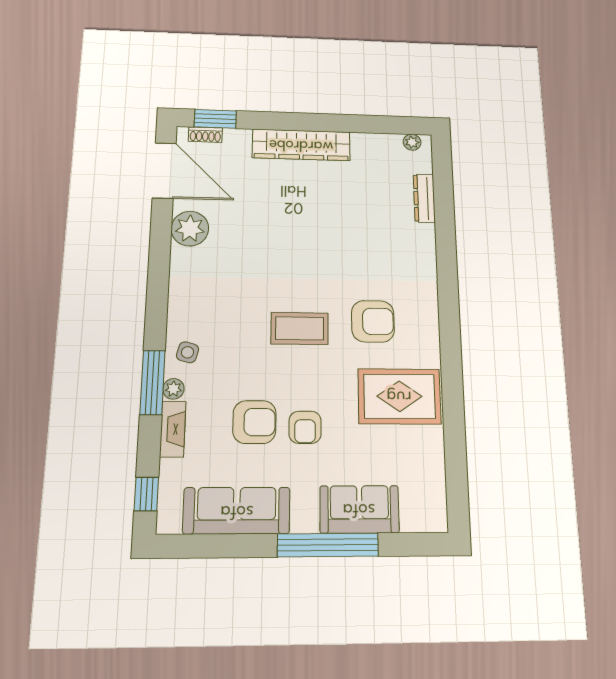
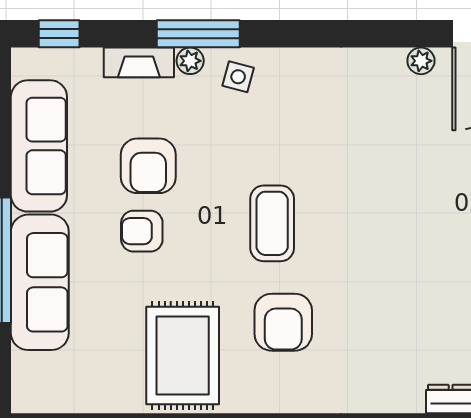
plant: (190, 229) -> (421, 61), width x0.53, depth x0.53
sofa: (359, 509) -> (40, 282), width x1.36

